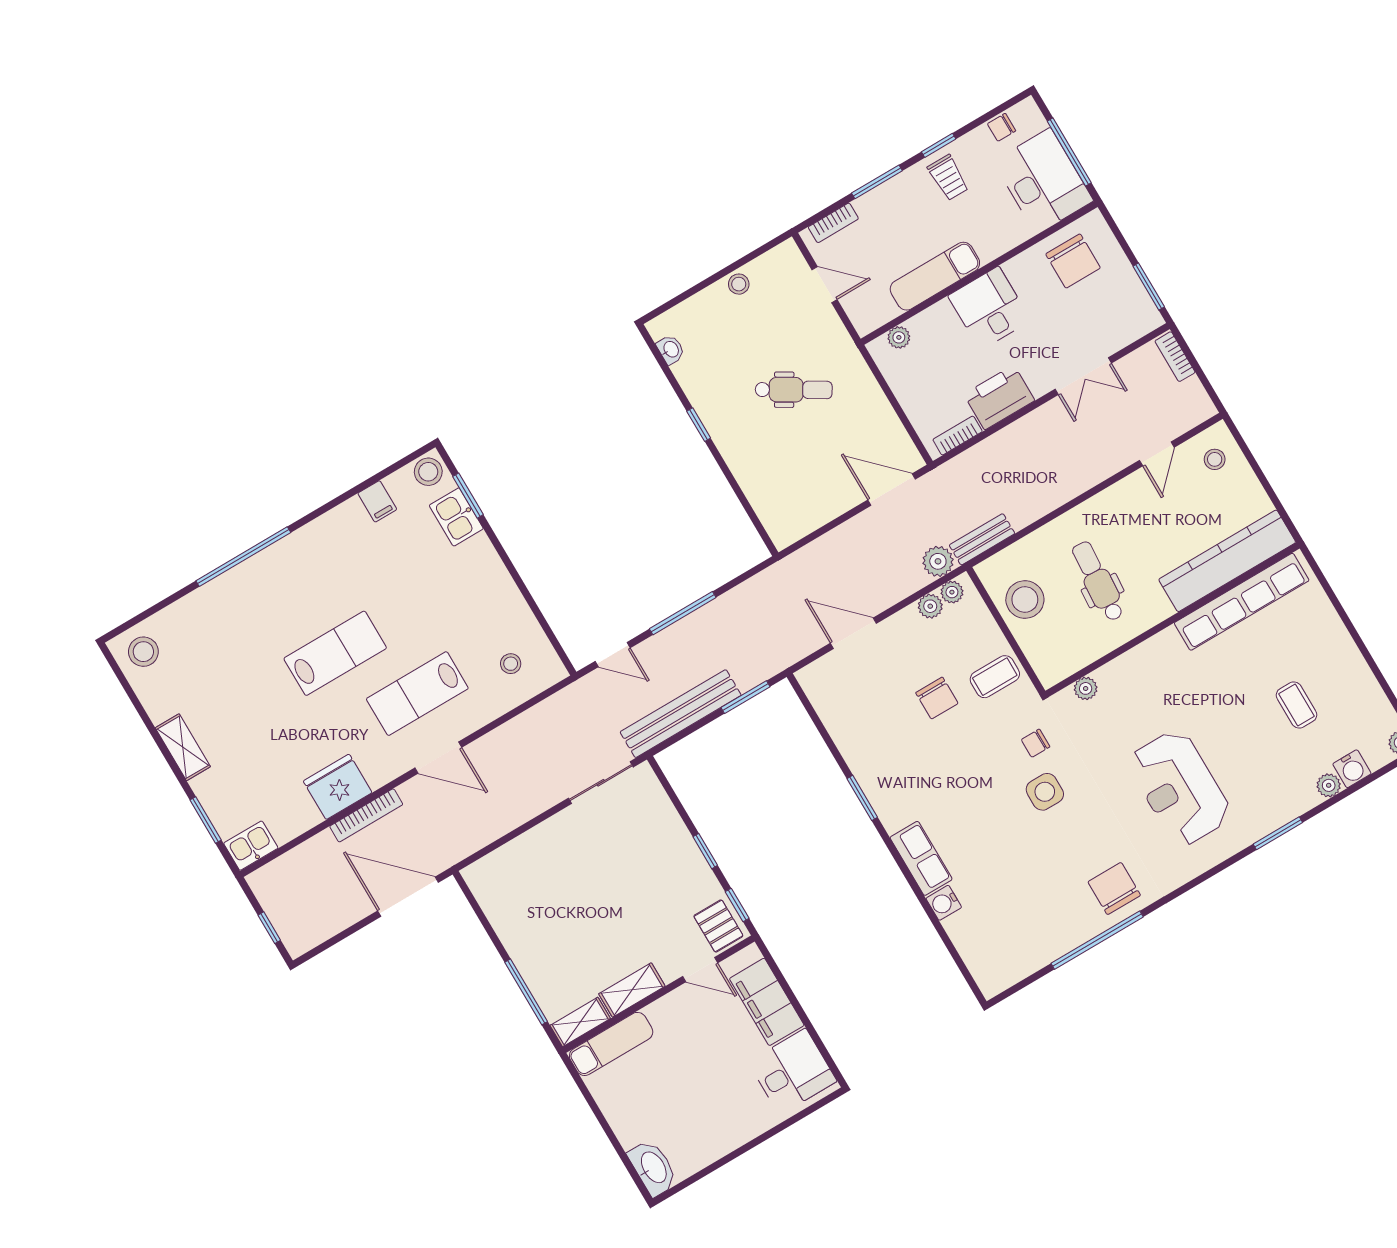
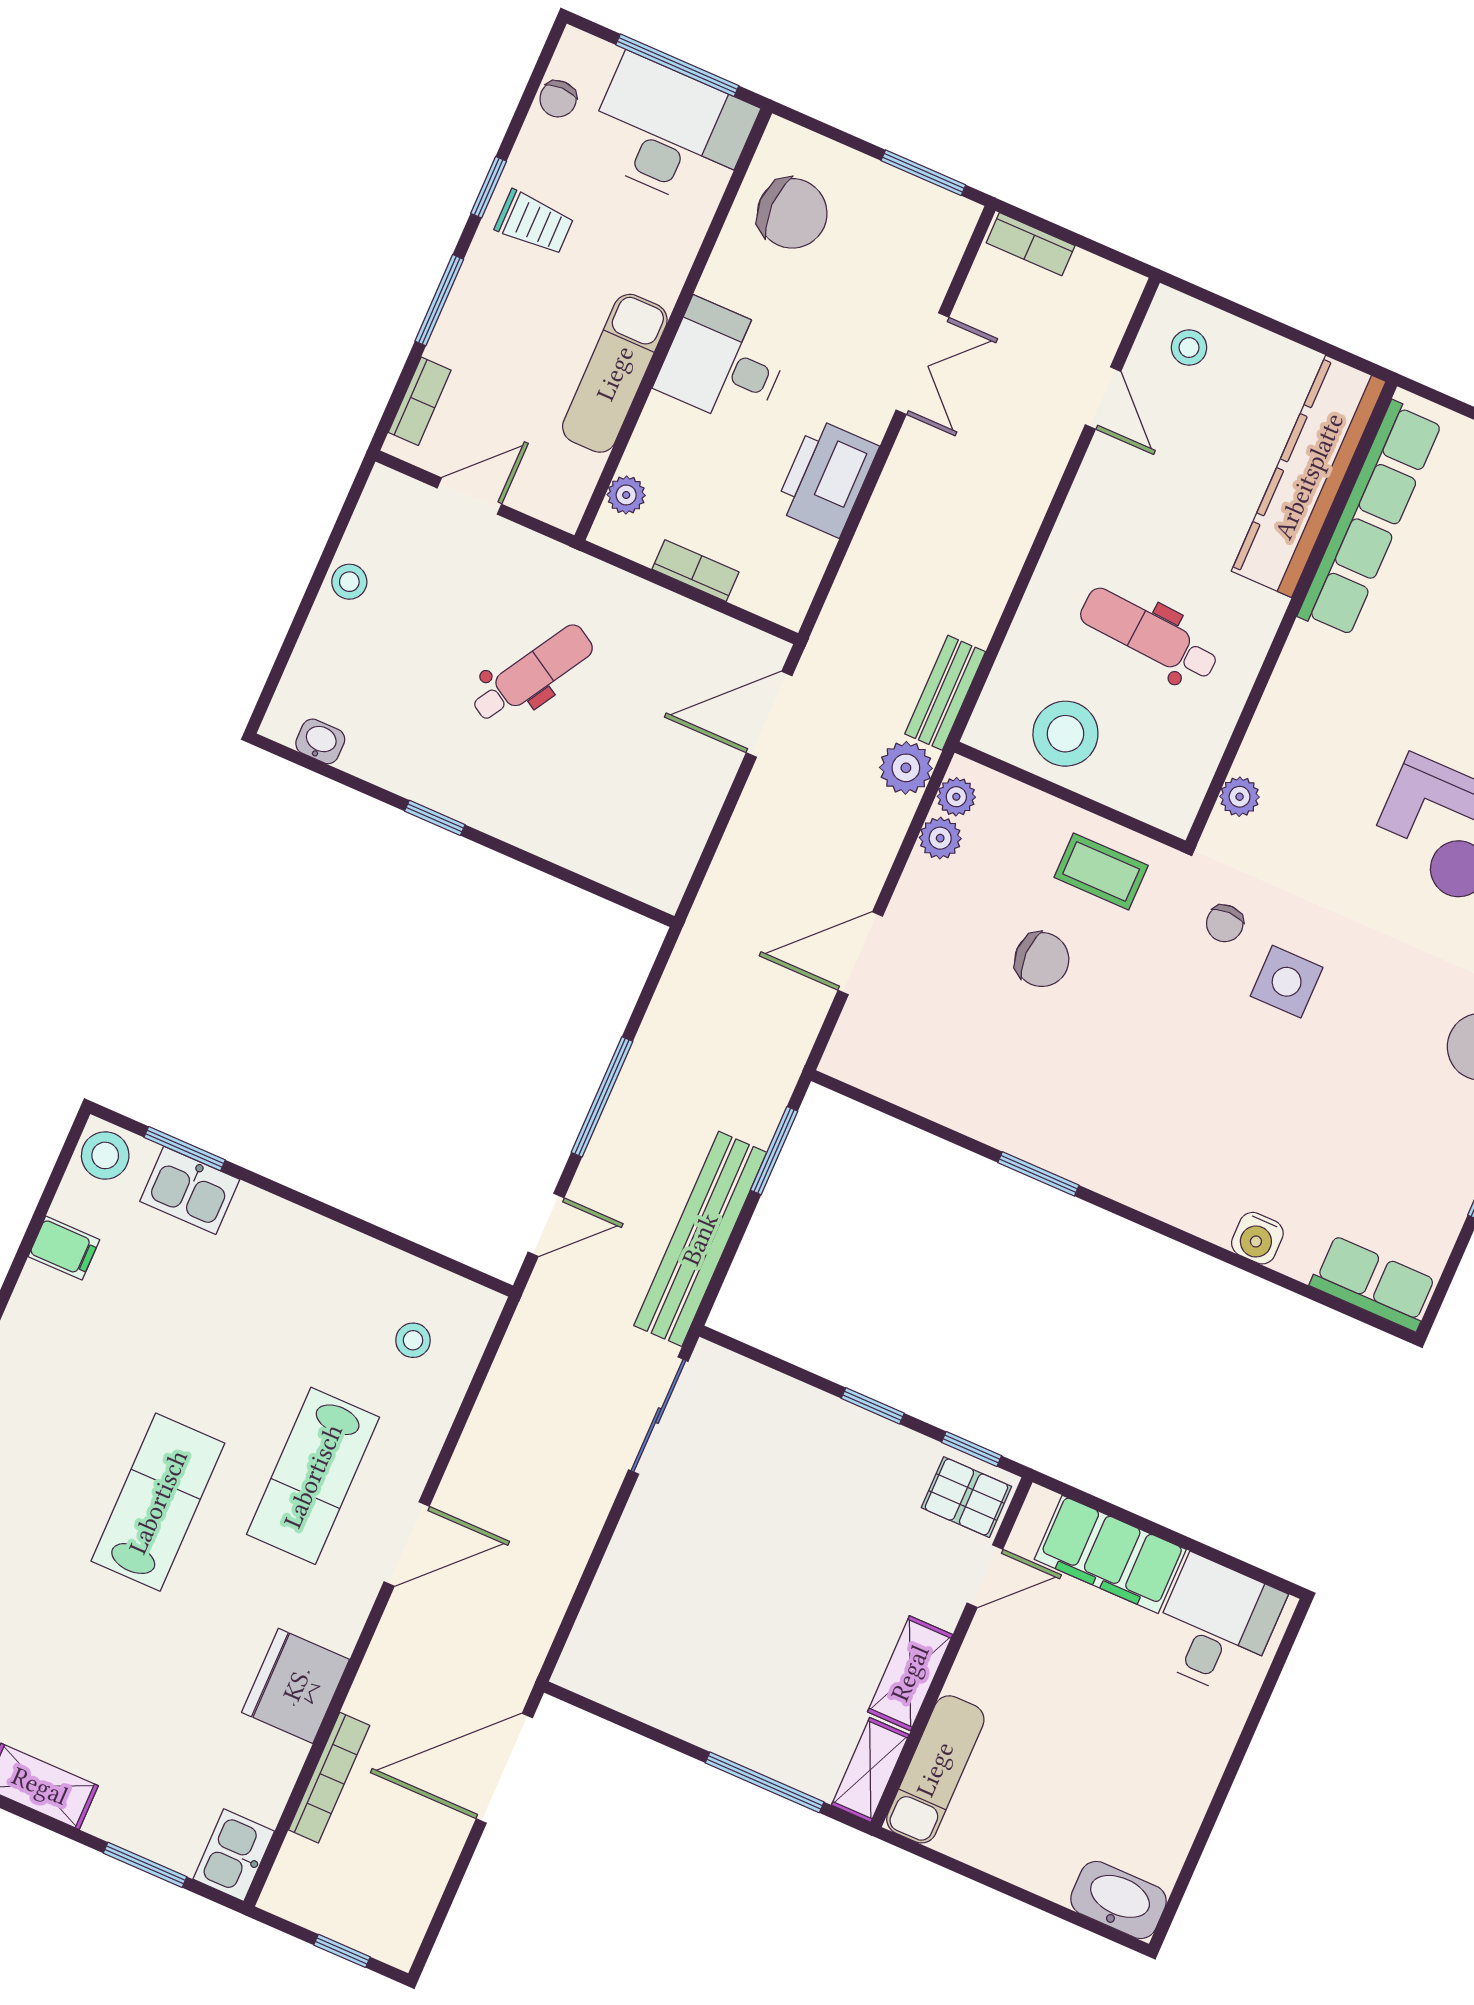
bookcase: (958, 436) -> (695, 571), moved, turned 90
coffee table: (995, 677) -> (1101, 871), turned 90
bookcase: (366, 815) -> (329, 1778), moved
row of seats: (921, 858) -> (1374, 1283), moved

